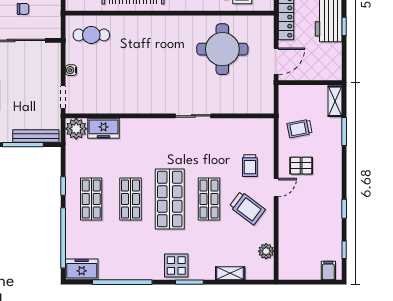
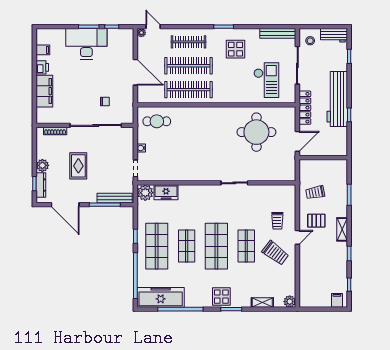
shelving: (335, 101) -> (342, 229), moved
shop shelf: (91, 199) -> (157, 246), width x1.43, depth x1.36
plant: (266, 251) -> (290, 302), moved
freezer: (82, 269) -> (161, 297), width x1.91, depth x1.26

